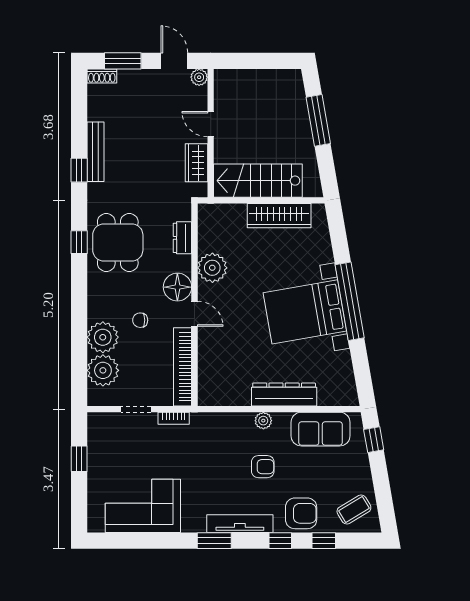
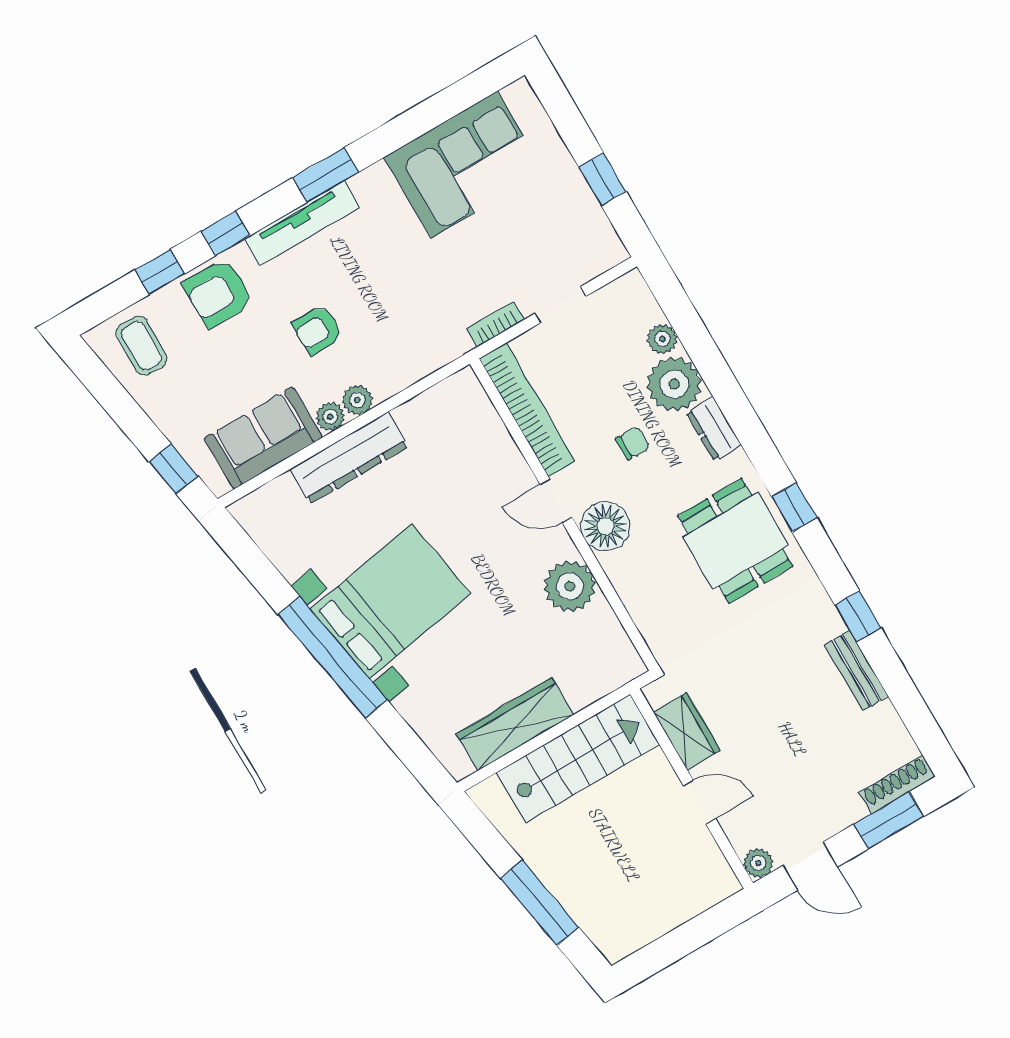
shoe rack: (102, 76) -> (897, 784), width x1.43
bench: (95, 152) -> (856, 671), width x0.73
dresser: (182, 238) -> (714, 429), moved, turned 180
plant: (103, 370) -> (662, 339), width x0.53, depth x0.53
plant: (281, 420) -> (330, 417), added
coffee table: (354, 509) -> (142, 346), turned -59

